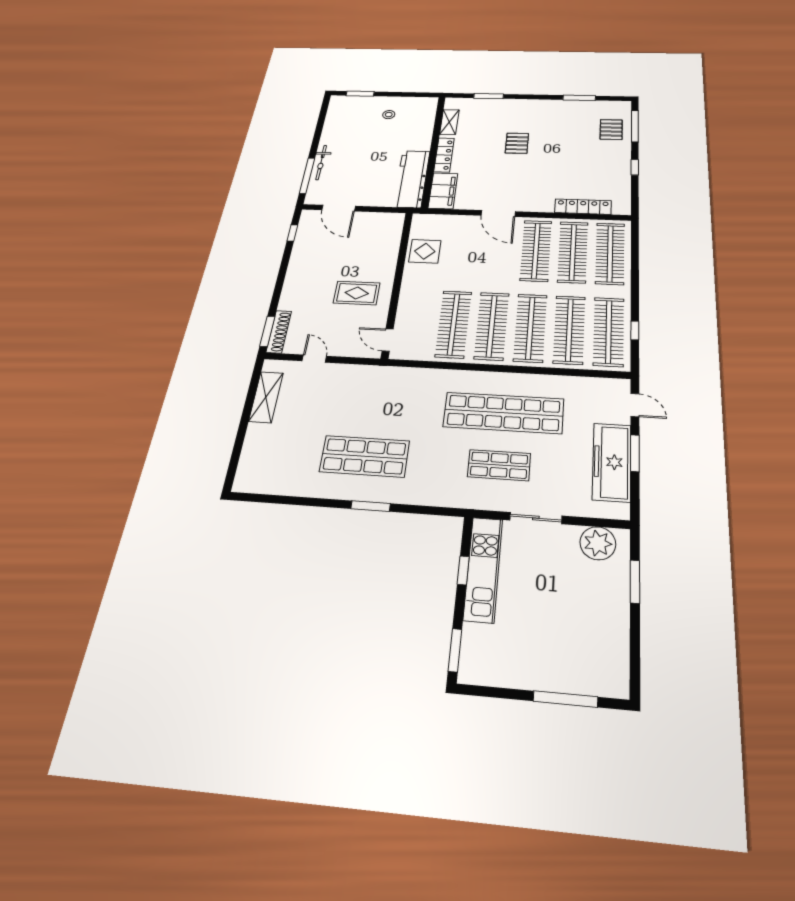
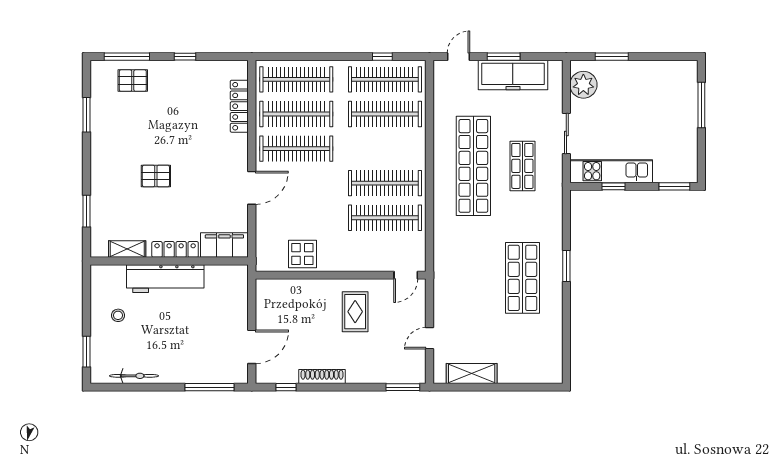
bicycle: (321, 162) -> (134, 376), moved
workbench: (412, 179) -> (165, 279), moved
clothes rail: (530, 328) -> (385, 149), removed
shoe rack: (279, 332) -> (322, 376), moved

